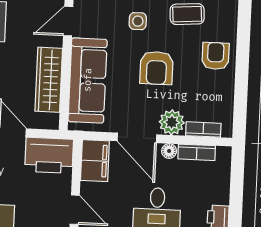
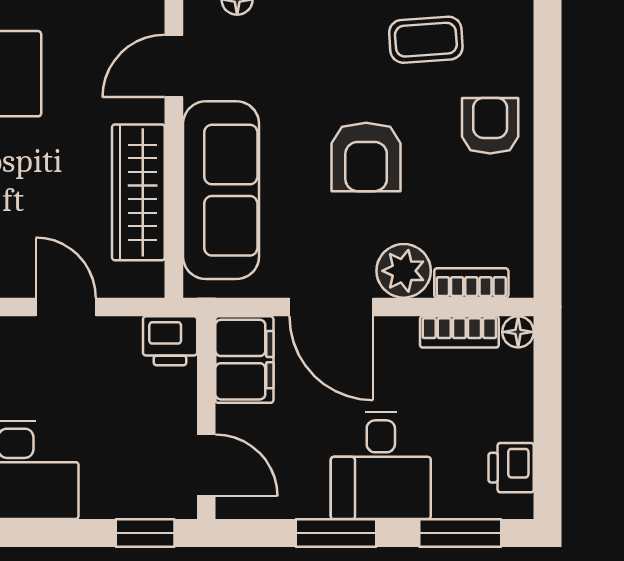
side table: (138, 21) -> (322, 59), removed
floor lamp: (169, 151) -> (518, 332), moved
printer: (49, 155) -> (170, 341), width x0.53, depth x0.68

